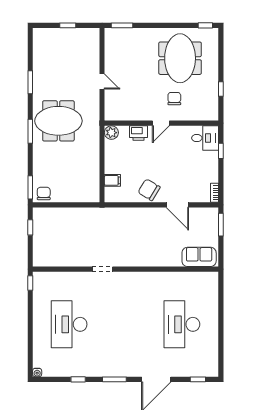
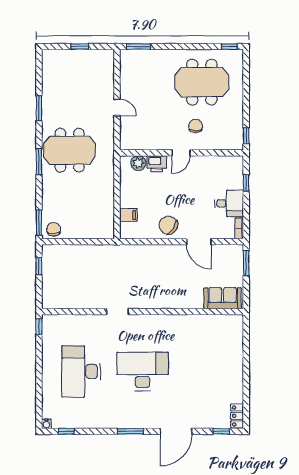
meeting table: (180, 58) -> (202, 82), turned 90
window: (221, 89) -> (246, 136), moved
plant: (111, 133) -> (138, 163), moved
desk: (205, 138) -> (229, 203), moved
desk: (182, 324) -> (143, 371), moved, turned 90
locker: (212, 365) -> (237, 416), added
window: (78, 379) -> (66, 431), moved

